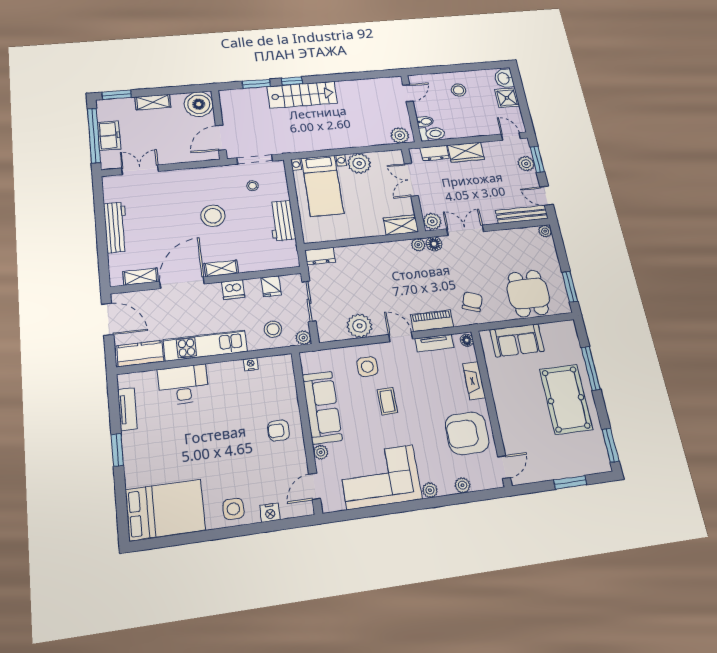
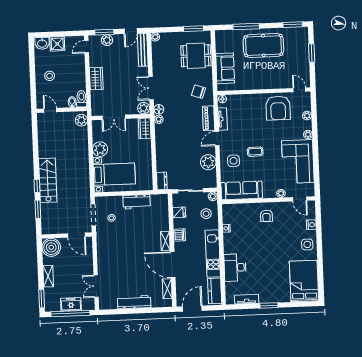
dresser: (435, 153) -> (96, 99), removed
stool: (213, 216) -> (130, 244), removed
fireplace: (474, 381) -> (248, 99), removed
sofa: (322, 407) -> (242, 190), moved

